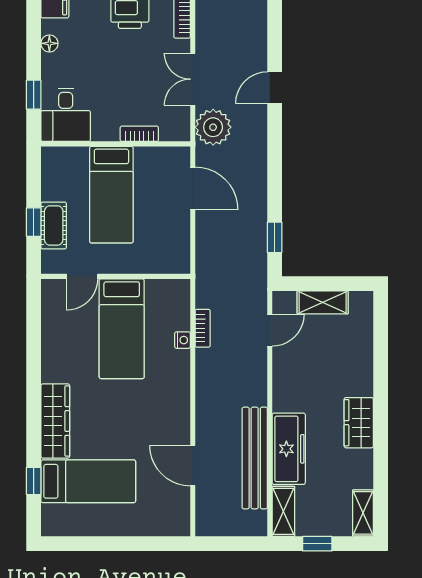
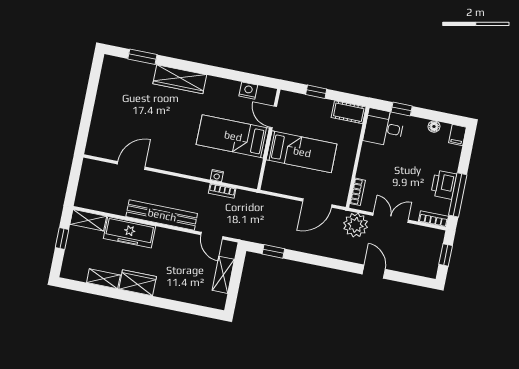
bookcase: (139, 134) -> (358, 192), moved
bed: (111, 195) -> (302, 152), moved, turned 180
cot: (54, 225) -> (349, 112), moved
nightstand: (52, 320) -> (248, 91), added
bench: (255, 458) -> (162, 215), moved
window: (34, 481) -> (142, 57), width x1.50
bed: (88, 481) -> (135, 93), removed
shelving: (363, 513) -> (103, 279), moved

